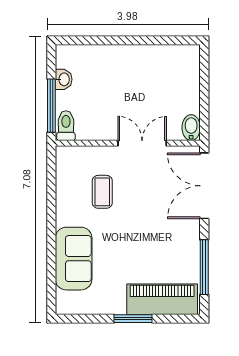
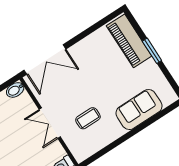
double door: (142, 143) -> (50, 123), moved
window: (204, 267) -> (94, 28), removed

